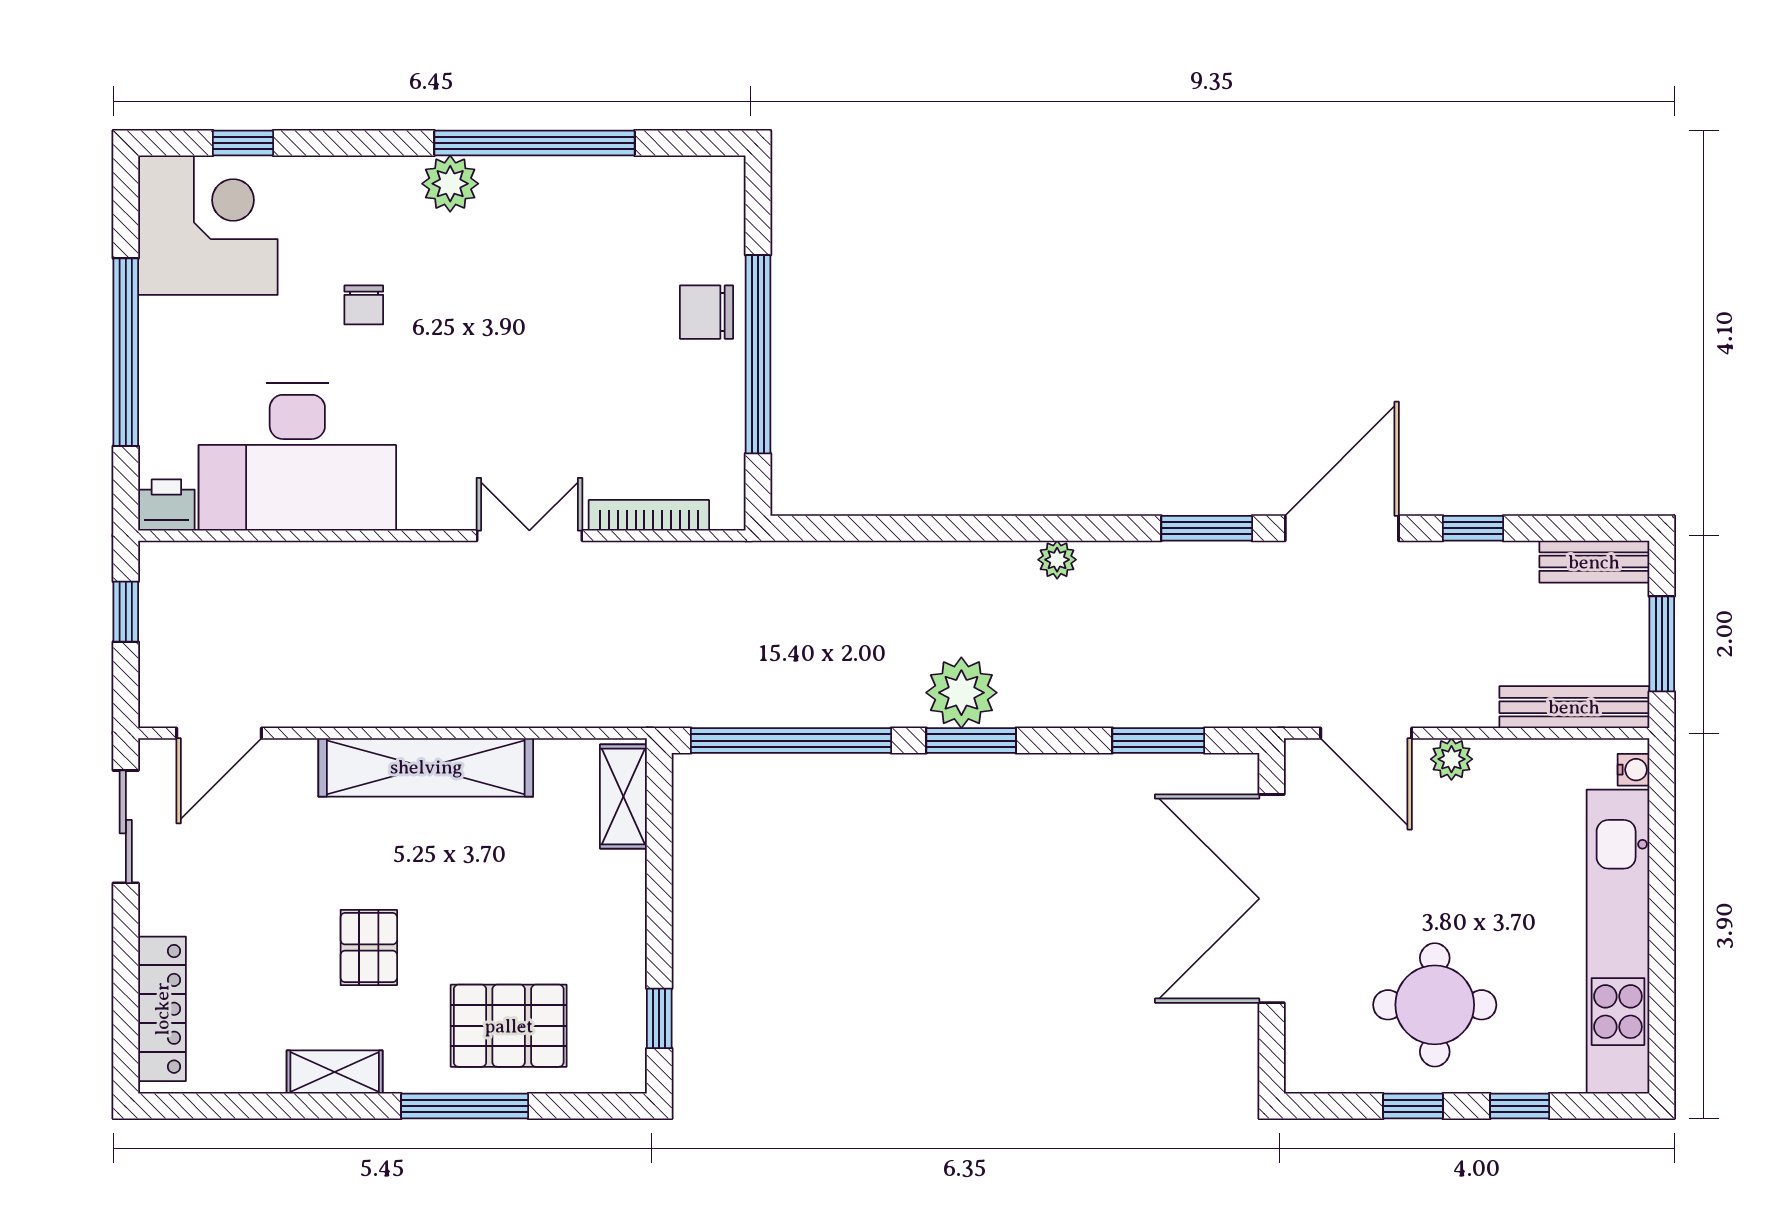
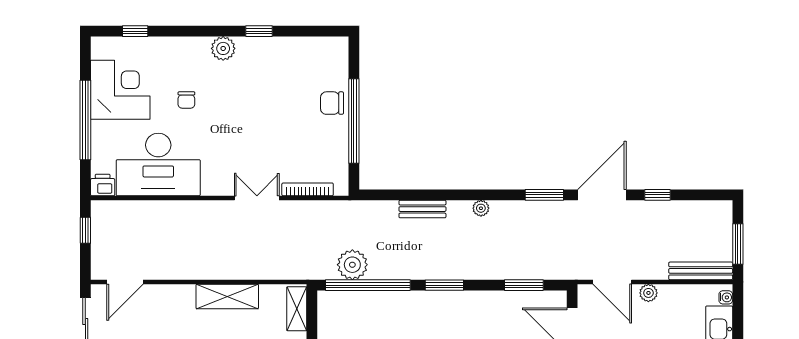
window: (534, 143) -> (259, 31), width x0.32
corner desk: (208, 225) -> (120, 90), moved
bench: (1594, 562) -> (422, 209), moved
plant: (961, 693) -> (352, 265), moved
shelving: (426, 767) -> (227, 296), width x0.68

